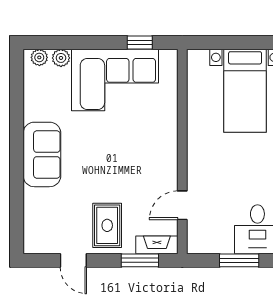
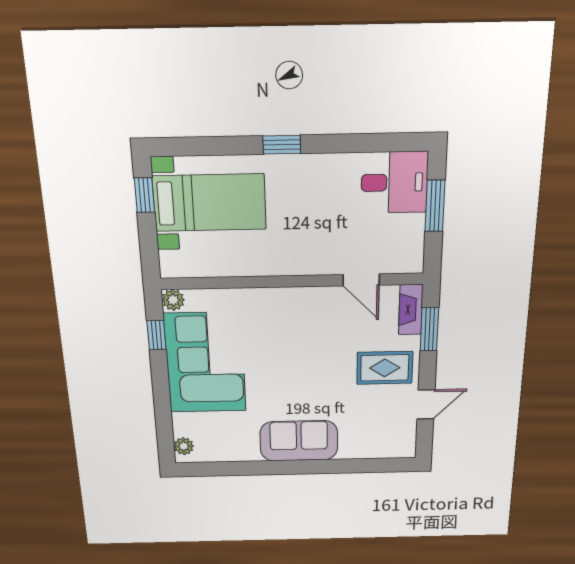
window: (252, 43) -> (144, 195), added
plant: (61, 58) -> (173, 300), moved

